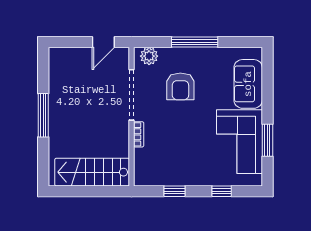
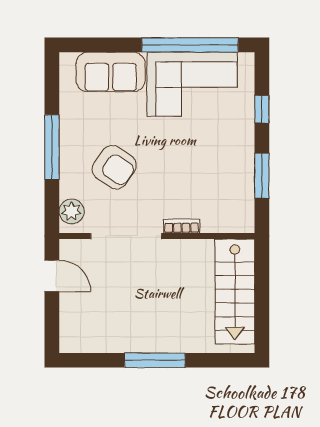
armchair: (180, 86) -> (114, 167), turned 34
window: (267, 140) -> (190, 45), width x2.11
window: (174, 191) -> (262, 176), width x1.50

